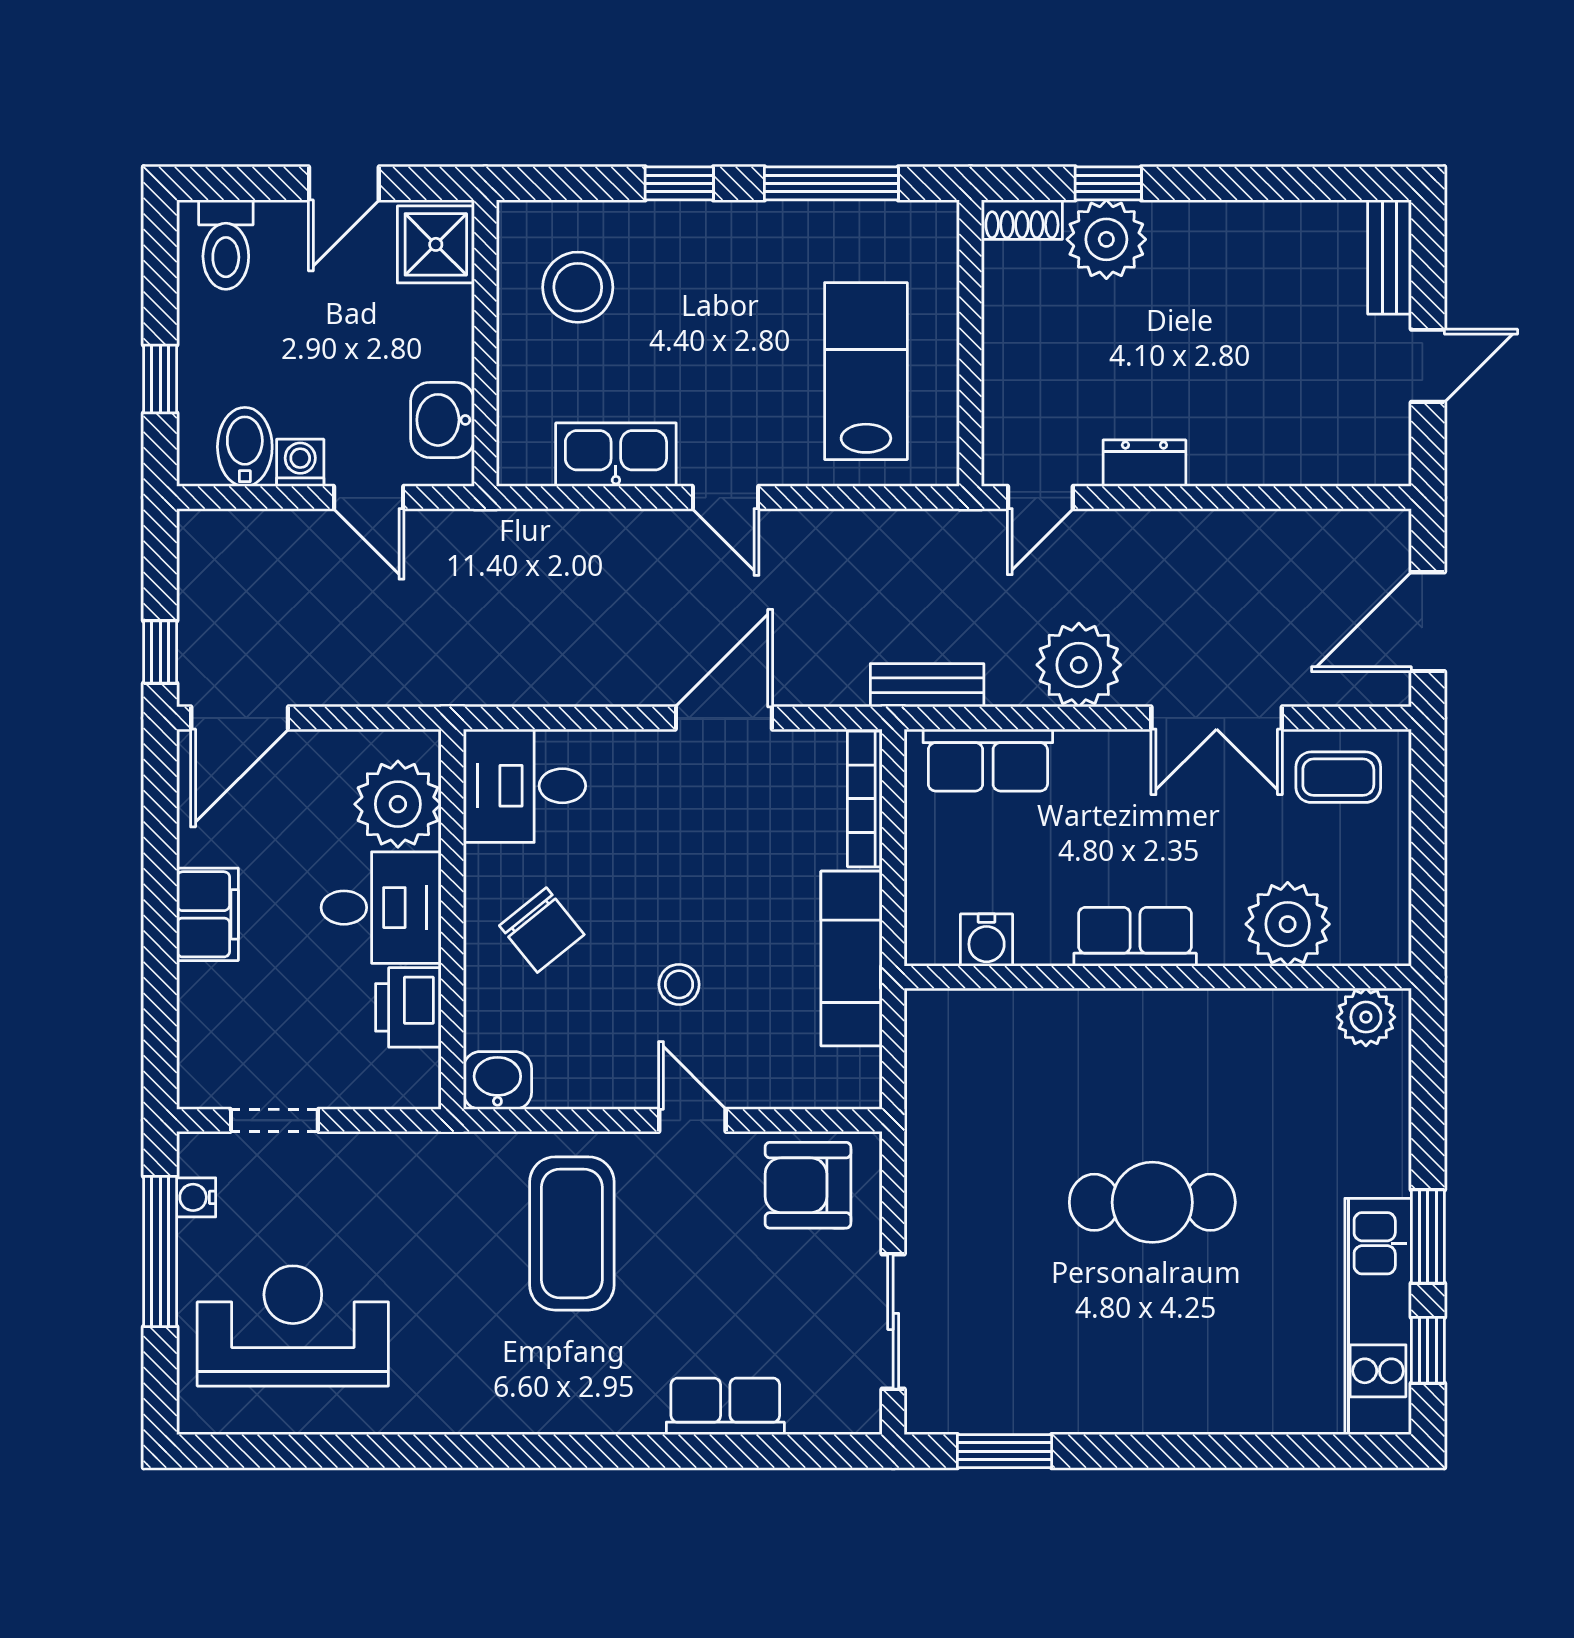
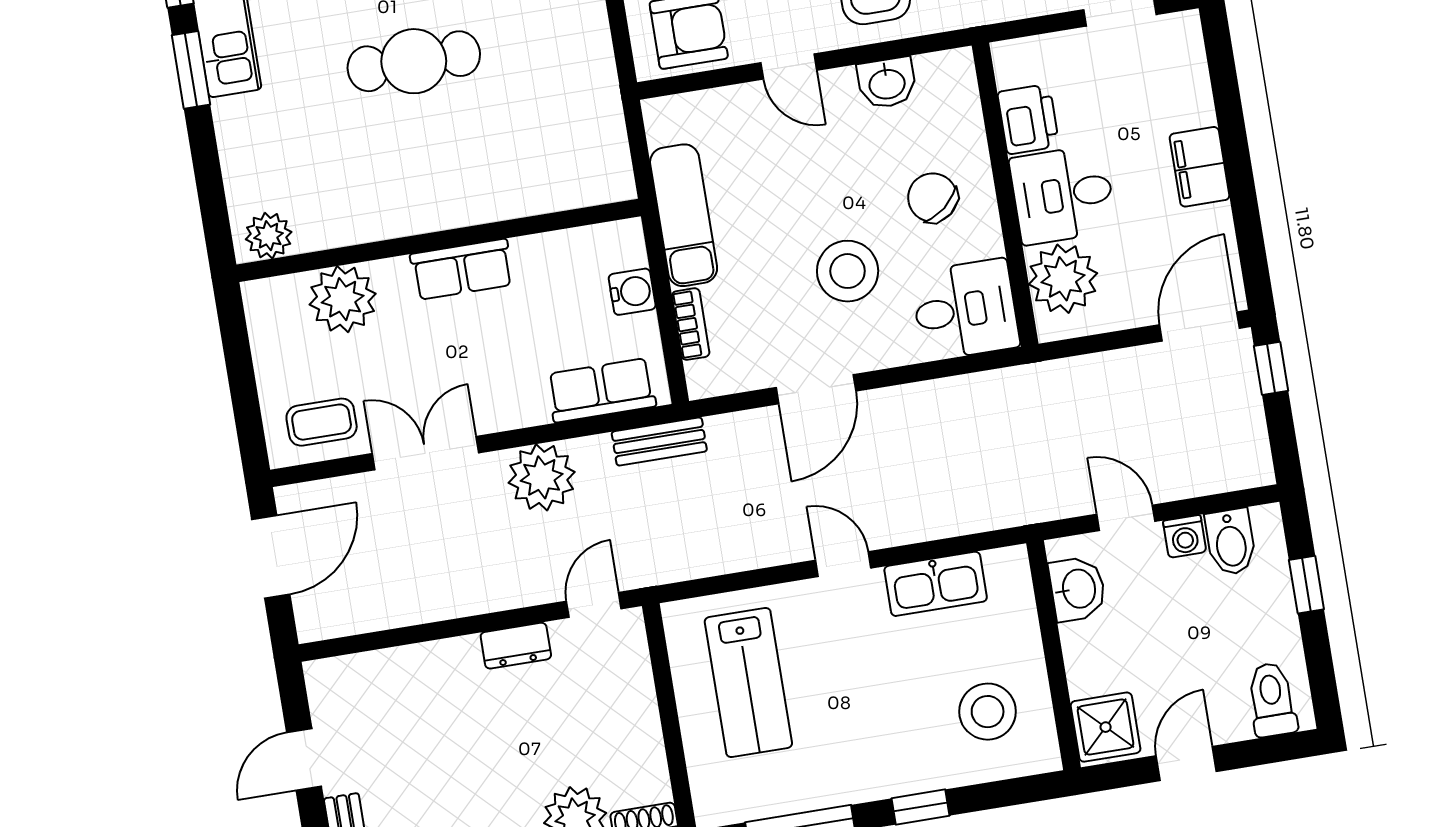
bookcase: (865, 799) -> (691, 324), width x0.64
water cooler: (987, 940) -> (632, 292), moved, turned 90
stool: (679, 984) -> (848, 271), moved, width x1.89, depth x1.89
washbasin: (497, 1080) -> (887, 83), moved

